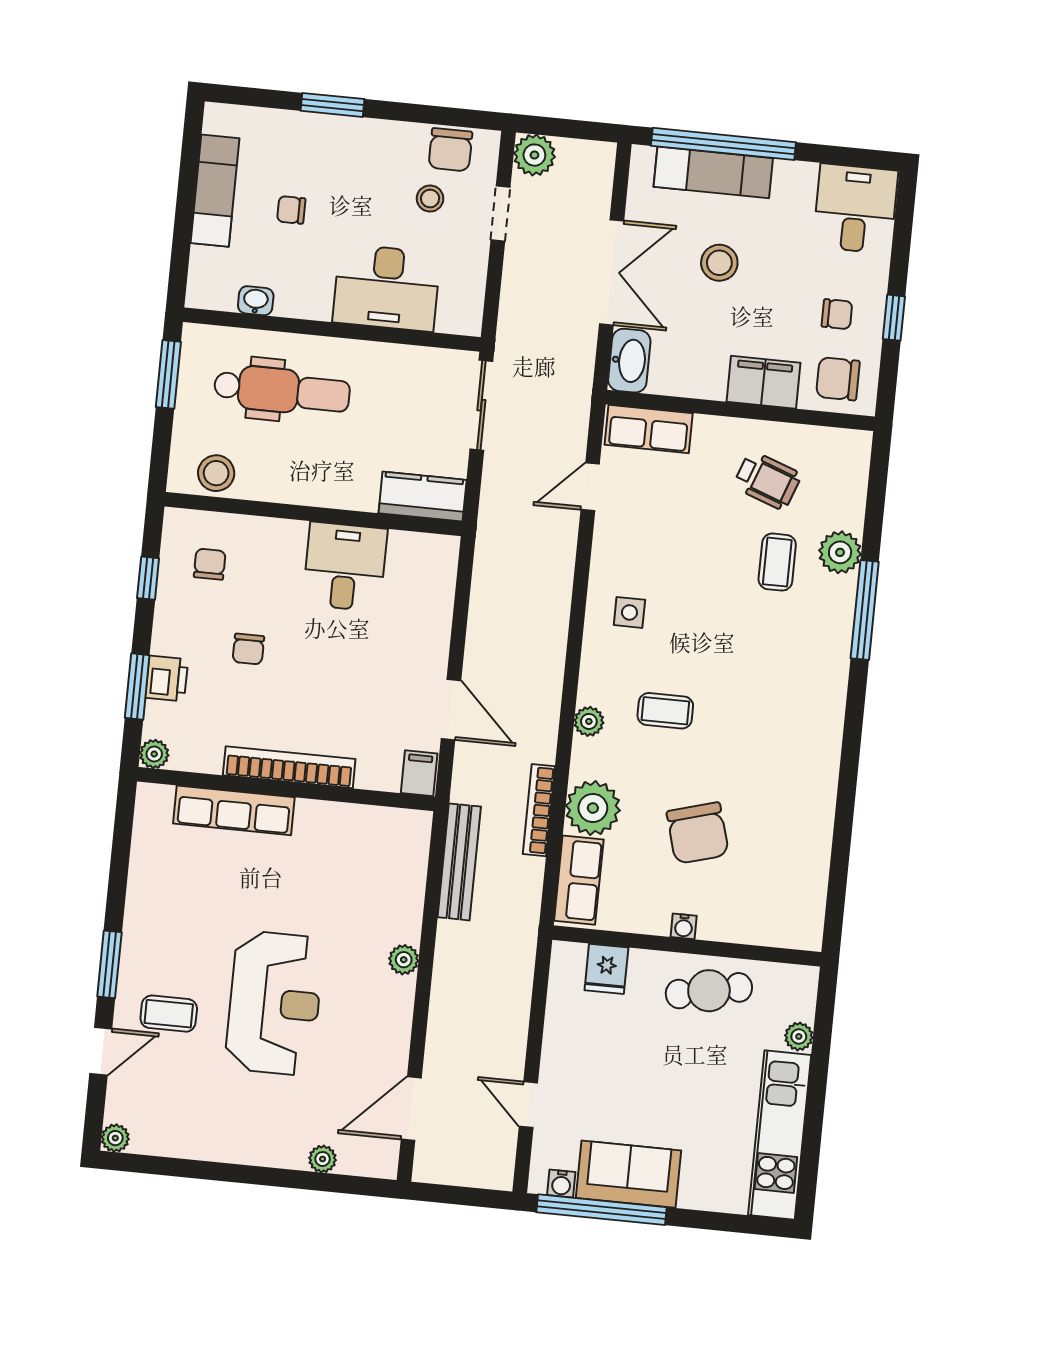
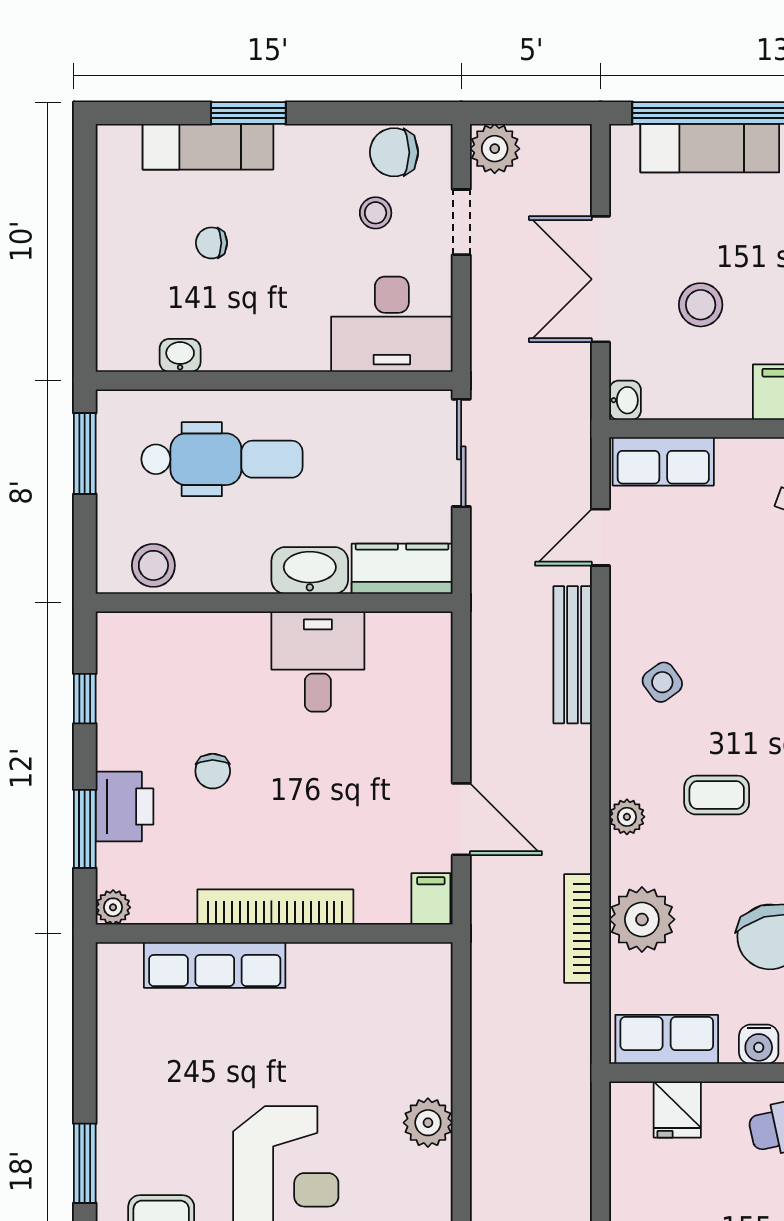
chair: (450, 150) -> (394, 152), turned 90
exam couch: (215, 191) -> (208, 147), moved, turned 90
stool: (719, 263) -> (701, 305), moved
double door: (612, 272) -> (601, 279), swing flipped
desk: (387, 288) -> (392, 324), moved
washbasin: (629, 361) -> (625, 400), width x0.52, depth x0.69
washbasin: (346, 490) -> (310, 570), added
chair: (210, 564) -> (157, 675), removed
side table: (629, 612) -> (662, 682), turned -36
printer: (167, 678) -> (124, 807), width x1.36, depth x1.24
bench: (459, 862) -> (573, 655), moved
row of seats: (579, 880) -> (667, 1039), moved, turned -90
water cooler: (684, 926) -> (759, 1044), width x1.38, depth x1.38
plant: (404, 960) -> (428, 1123), width x1.38, depth x1.38

